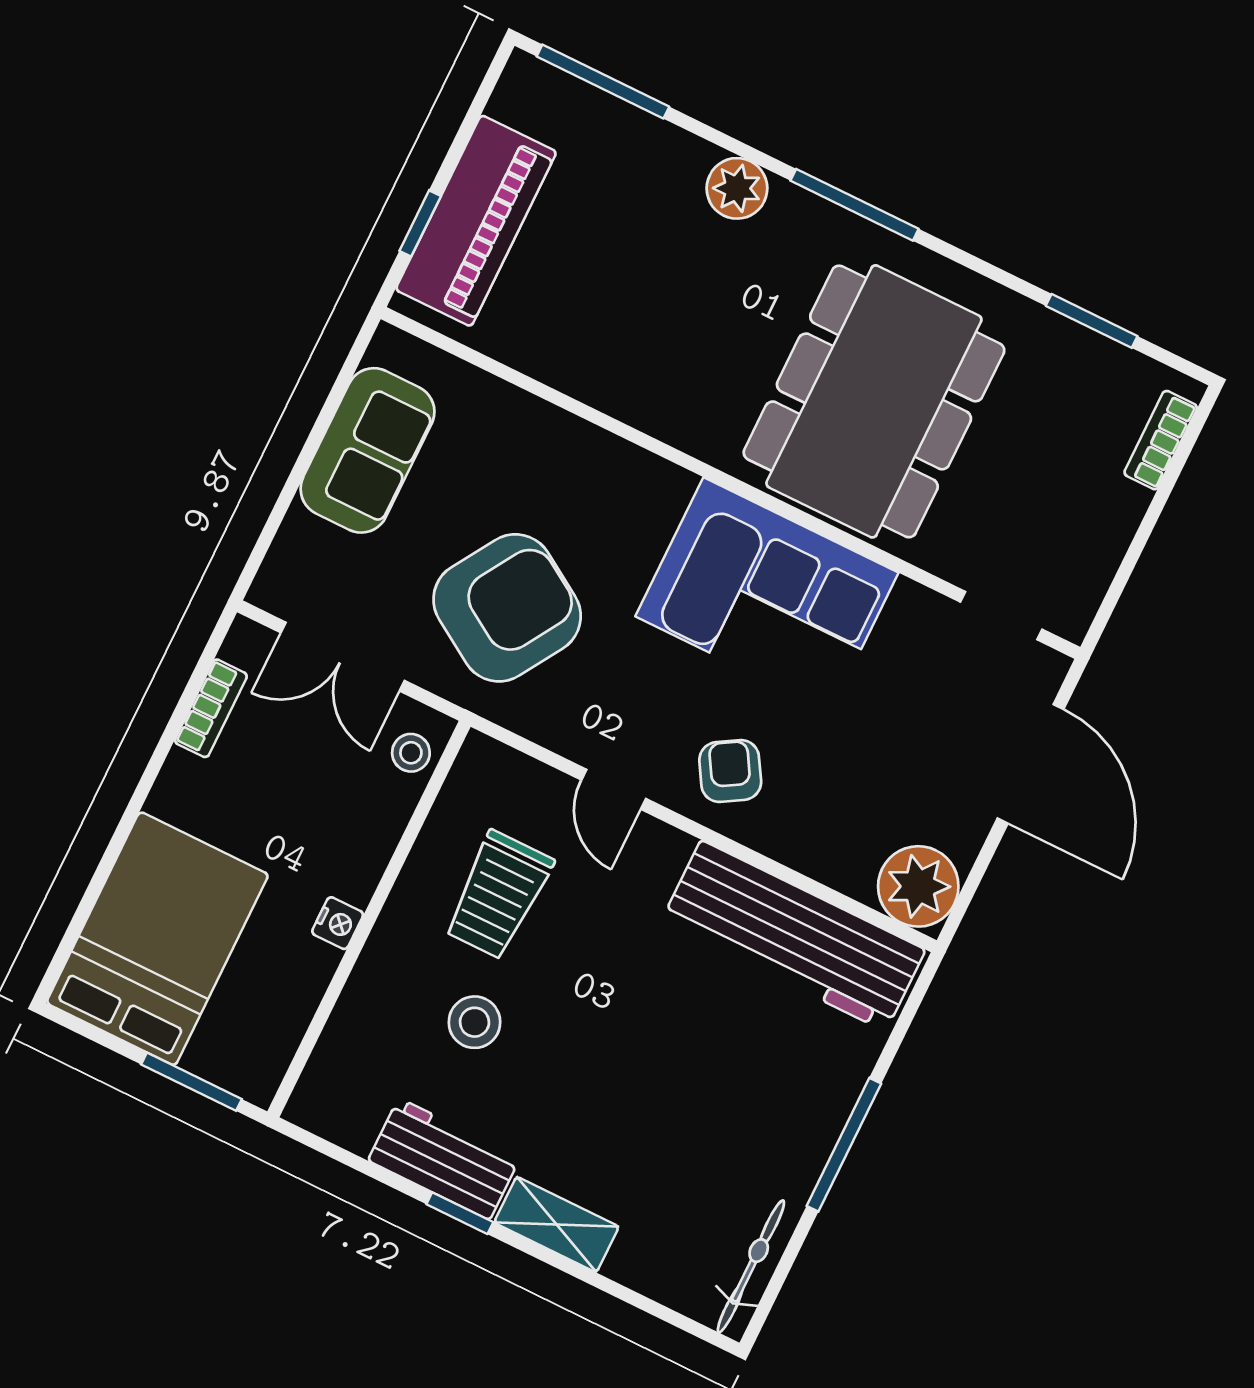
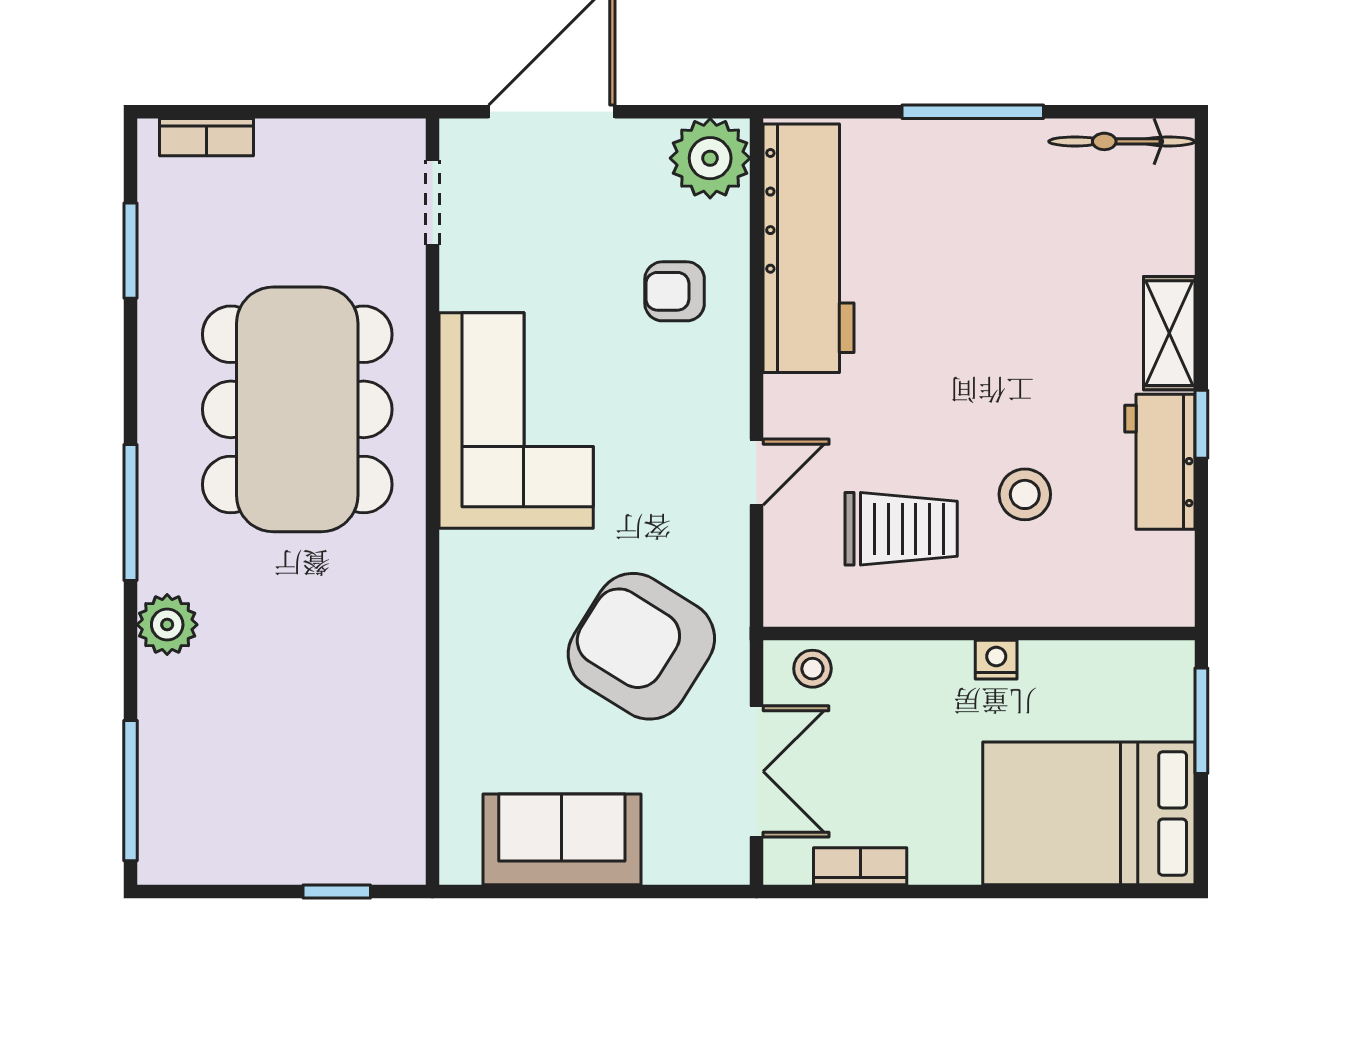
piano: (476, 221) -> (310, 843), removed
dining table: (874, 401) -> (297, 409), turned 90
armchair: (730, 771) -> (675, 291), moved, turned 31

